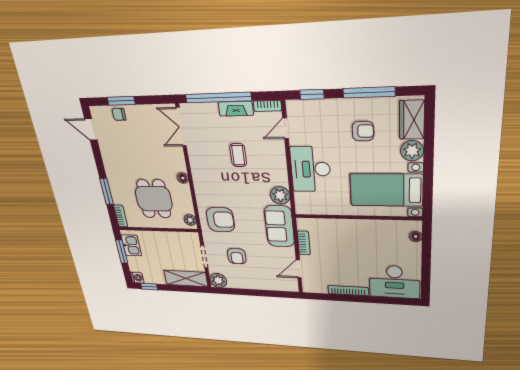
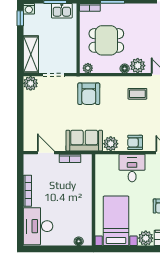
coffee table: (238, 155) -> (137, 94), moved
plant: (176, 162) -> (138, 66), added
desk: (310, 169) -> (132, 168), width x0.73
armchair: (237, 256) -> (135, 142), moved

